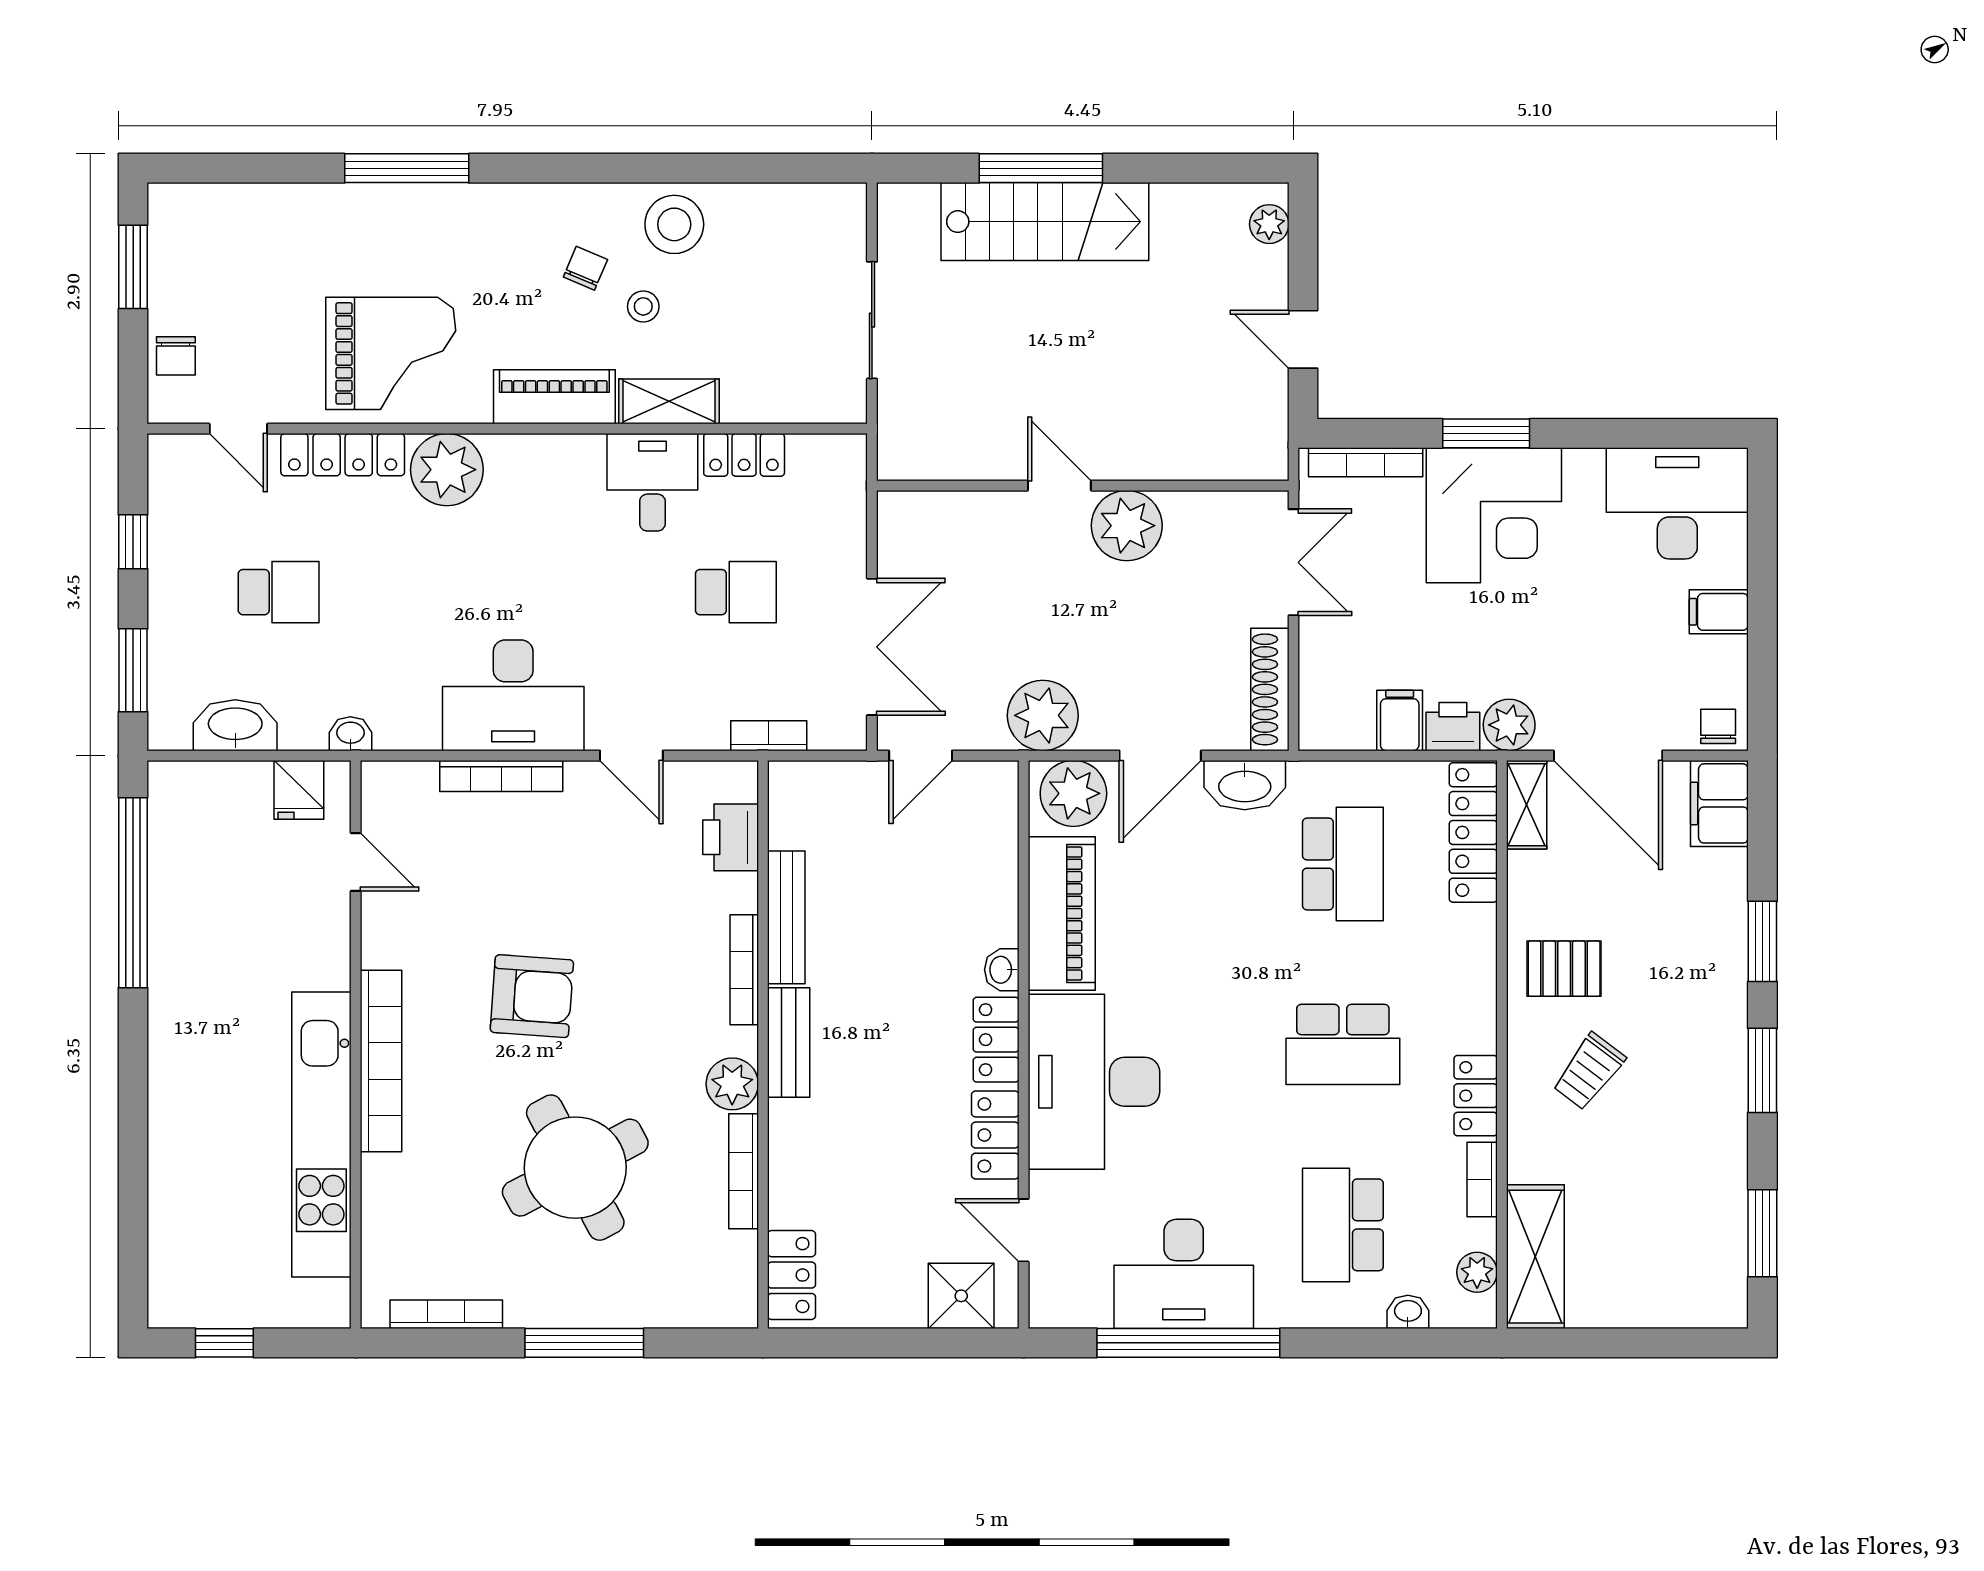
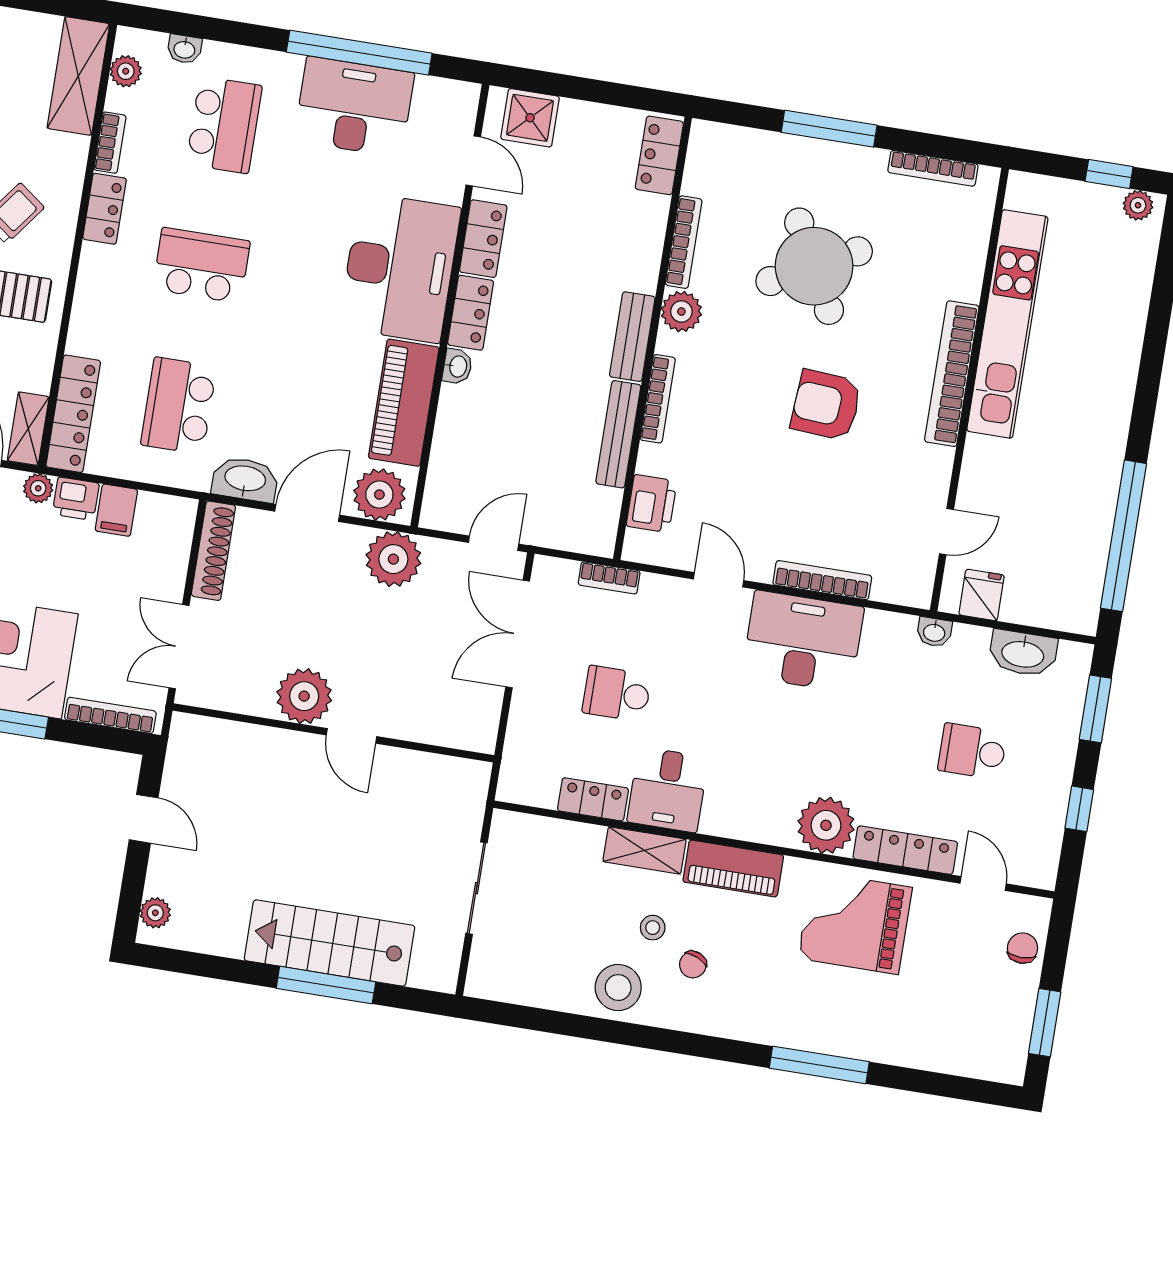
plant: (1509, 725) -> (38, 488), width x0.73, depth x0.73
door: (356, 862) -> (946, 532), swing flipped
plant: (182, 1310) -> (1138, 205), added

